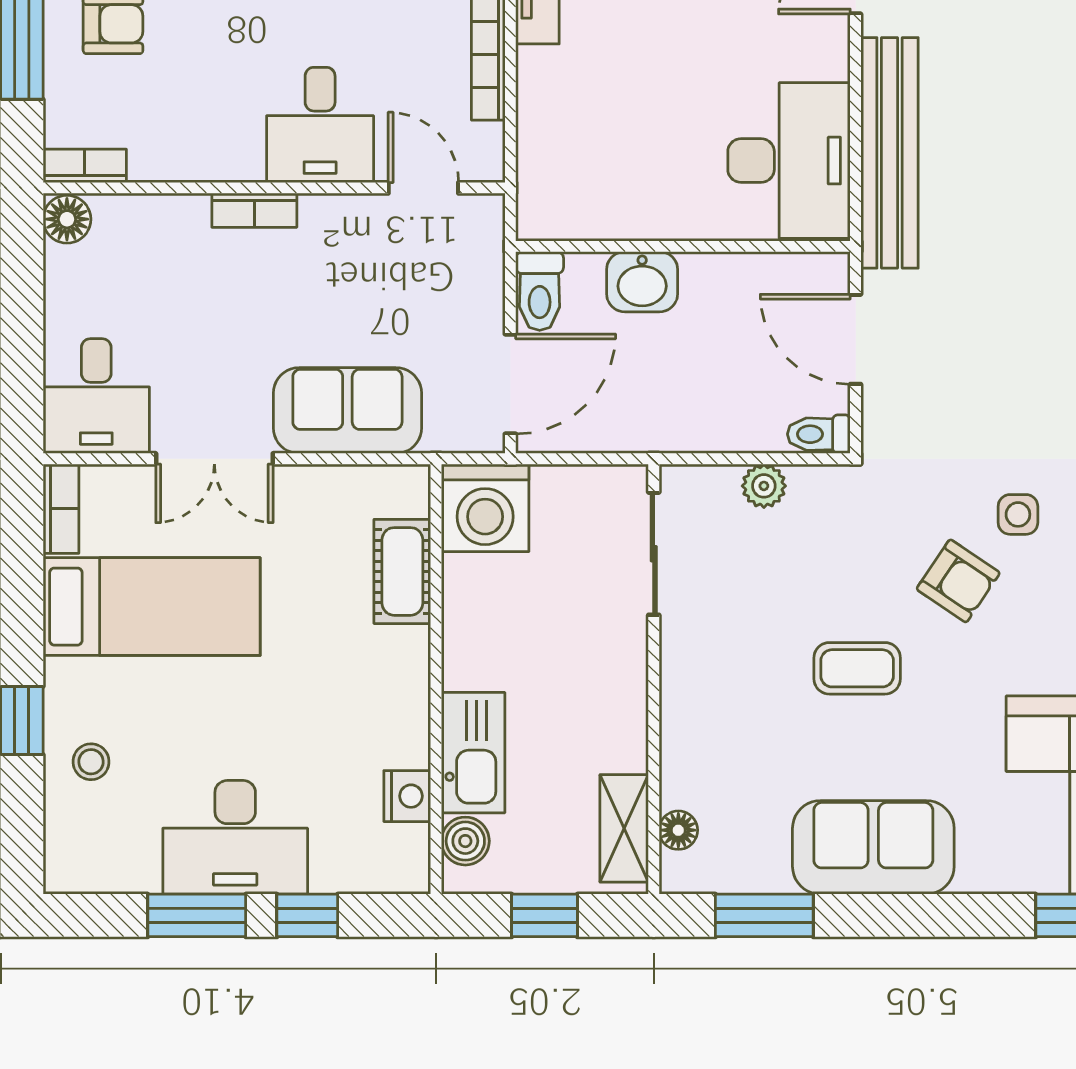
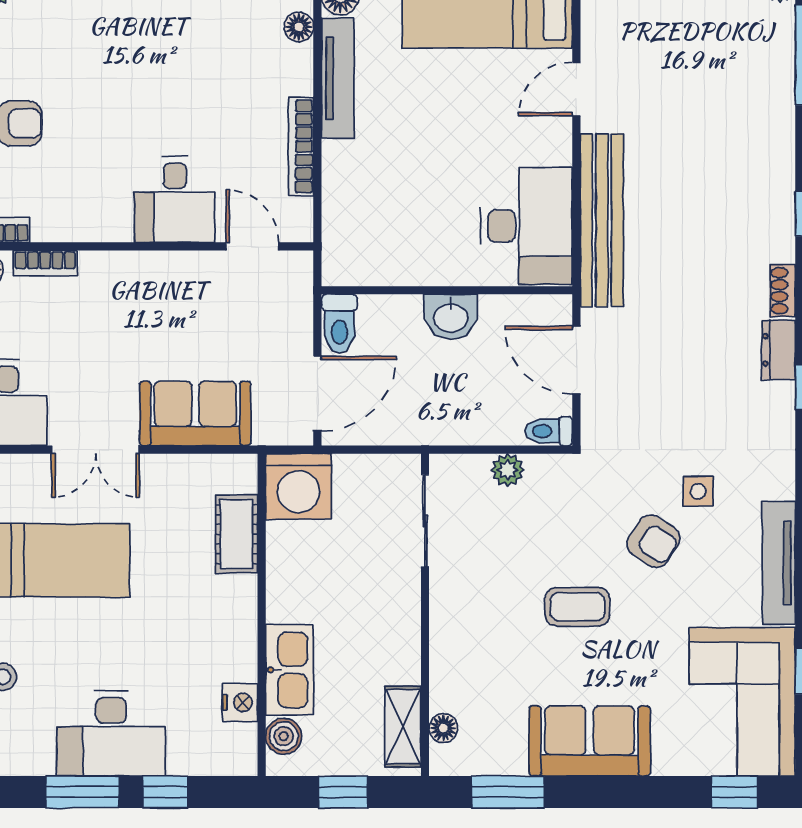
bookcase: (254, 210) -> (45, 263), moved
washbasin: (642, 282) -> (451, 317), moved

